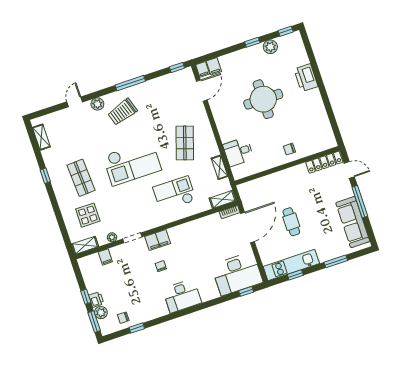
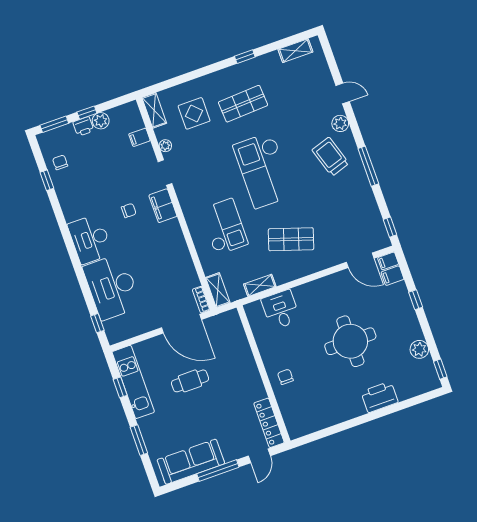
window: (252, 42) -> (416, 300), moved
desk: (237, 274) -> (112, 287), moved
plant: (101, 313) -> (101, 121), moved

